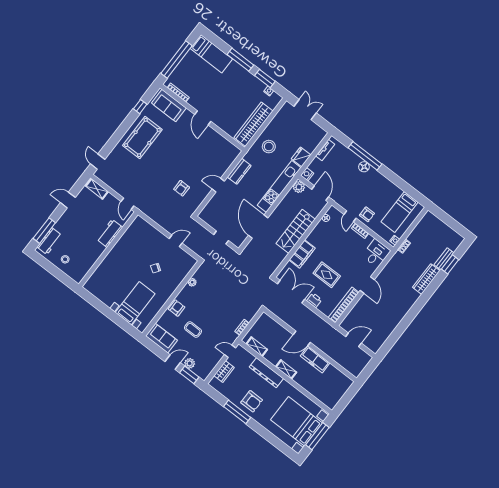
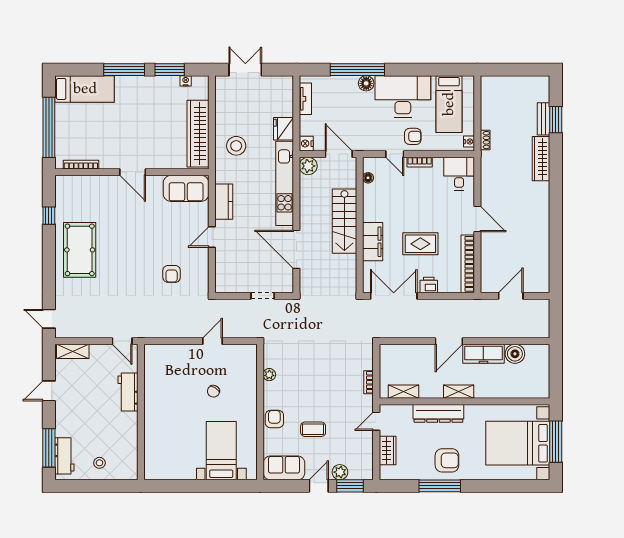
sofa: (169, 105) -> (186, 188), moved
desk: (378, 189) -> (403, 96), added
boiler: (332, 372) -> (515, 354), added

